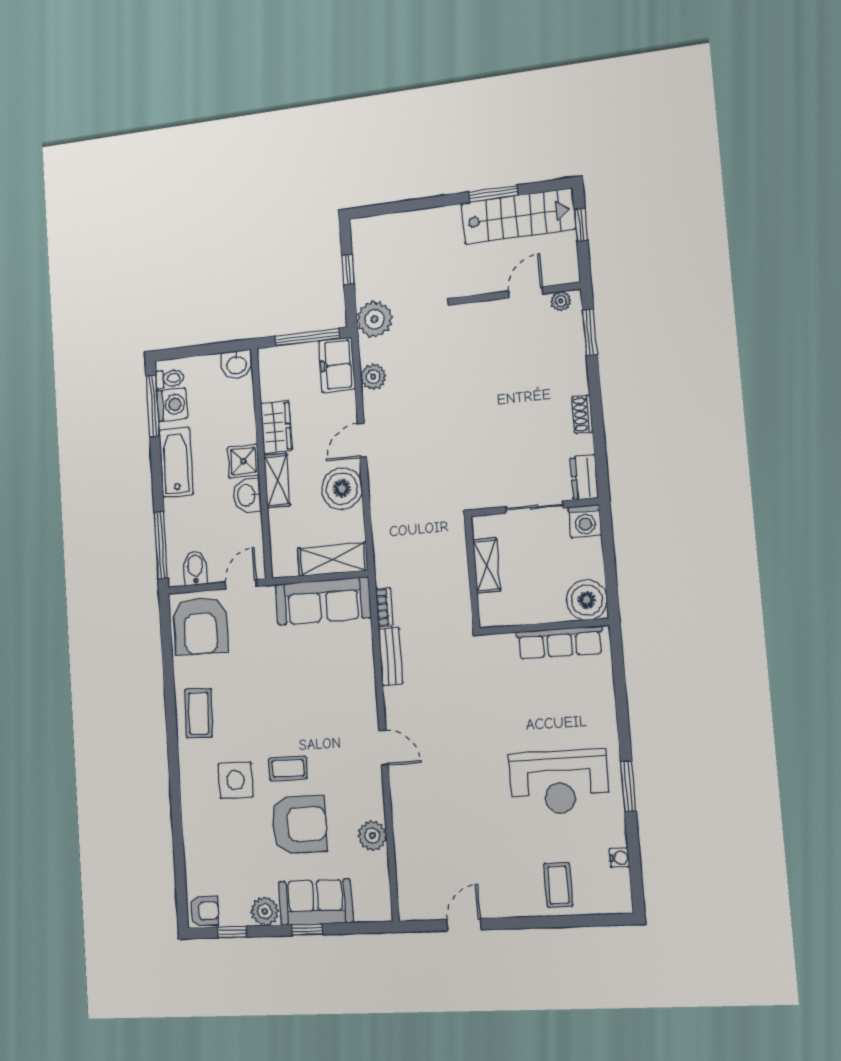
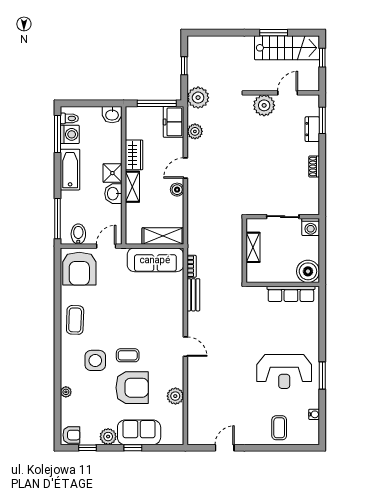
plant: (561, 301) -> (264, 105), moved, width x1.88, depth x1.88
dresser: (584, 477) -> (312, 129), moved
boiler: (342, 489) -> (177, 190), width x0.54, depth x0.54
plant: (191, 837) -> (66, 392), added

